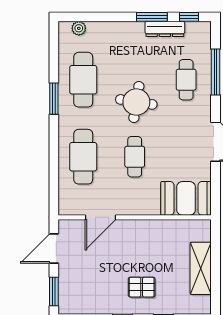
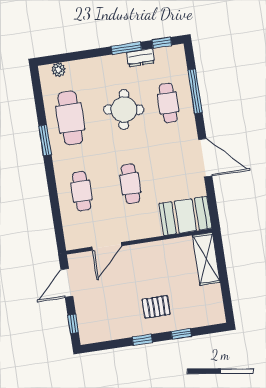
dresser: (165, 29) -> (141, 58), width x0.70
round table: (136, 102) -> (124, 110), moved
cafe table: (83, 157) -> (81, 191), width x0.73, depth x0.74
shelving: (201, 268) -> (206, 259), moved
window: (54, 291) -> (73, 324), width x0.67

